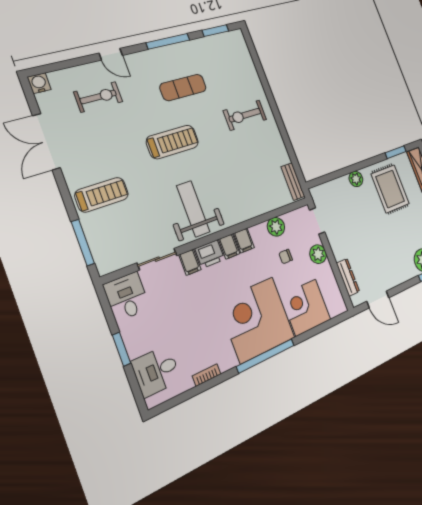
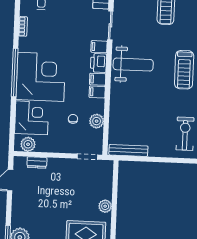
bench: (293, 182) -> (128, 150), width x1.36
plant: (318, 254) -> (28, 144), moved
dresser: (348, 277) -> (37, 163), width x0.70

